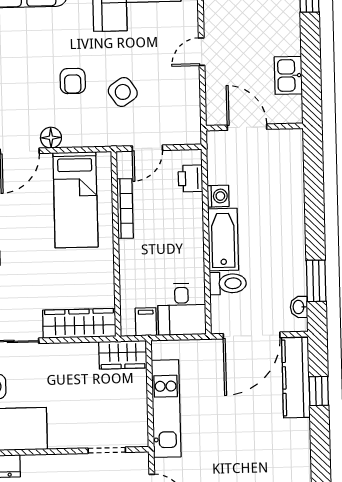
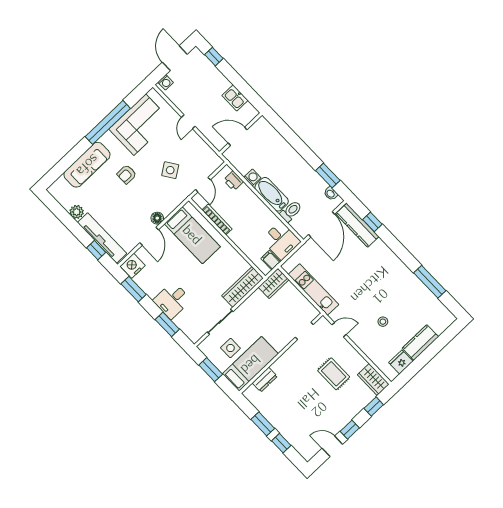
armchair: (73, 81) -> (127, 174), moved, turned 90

